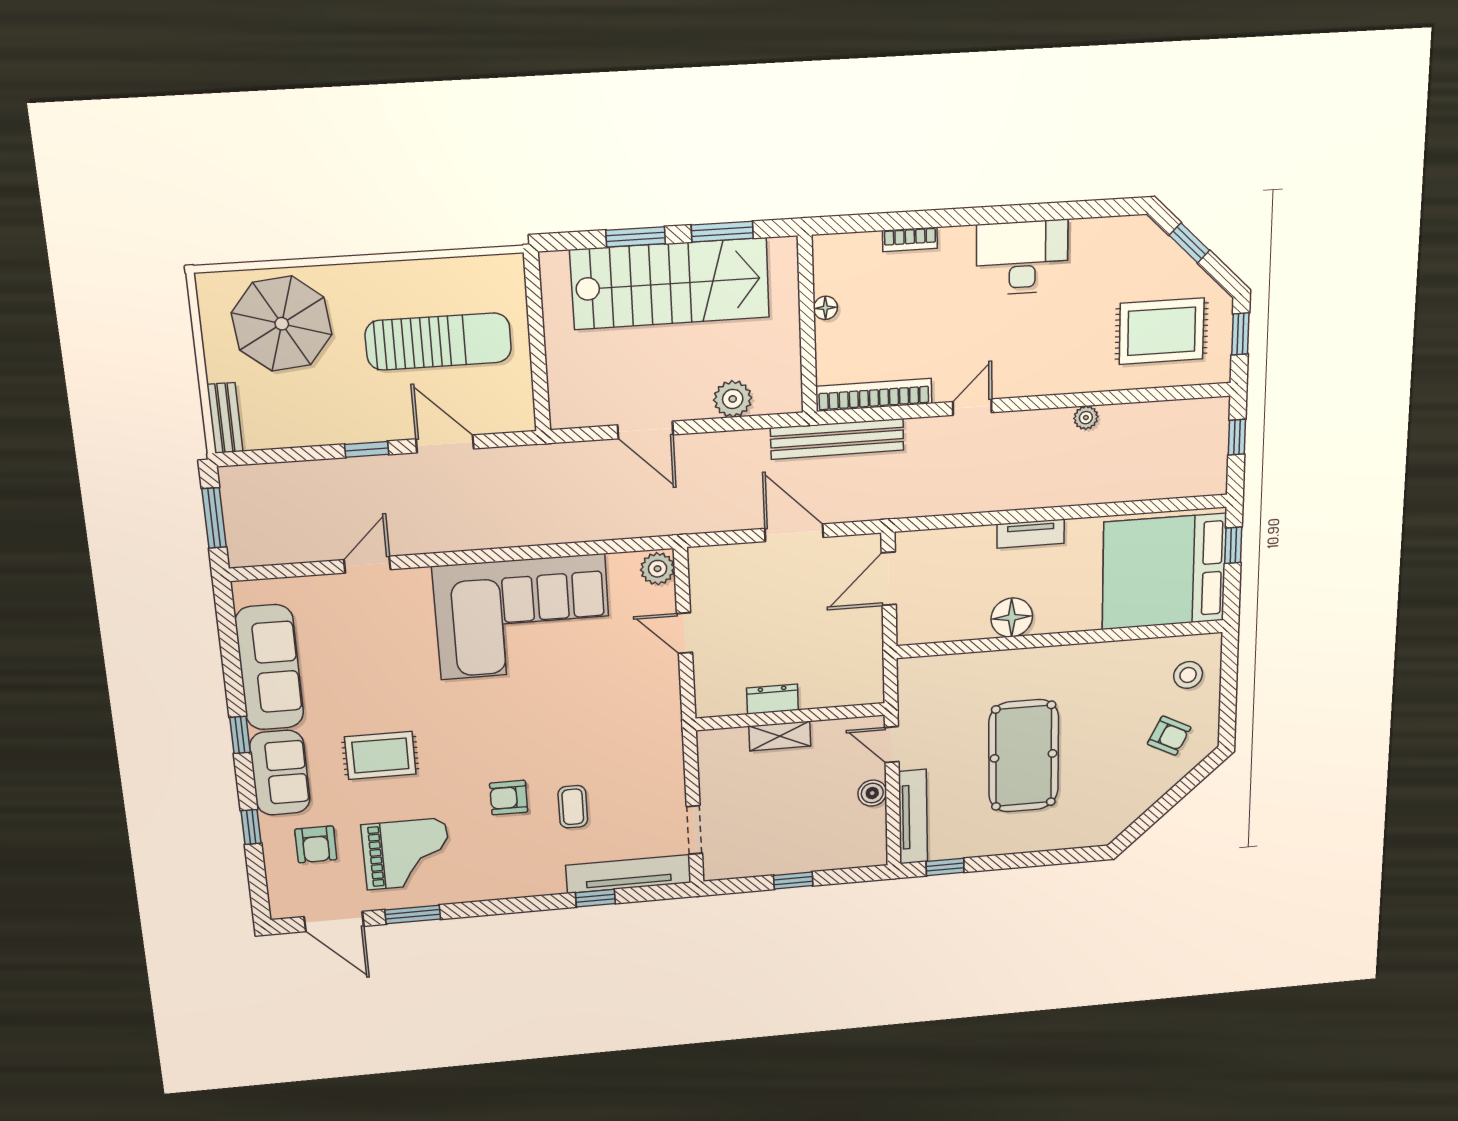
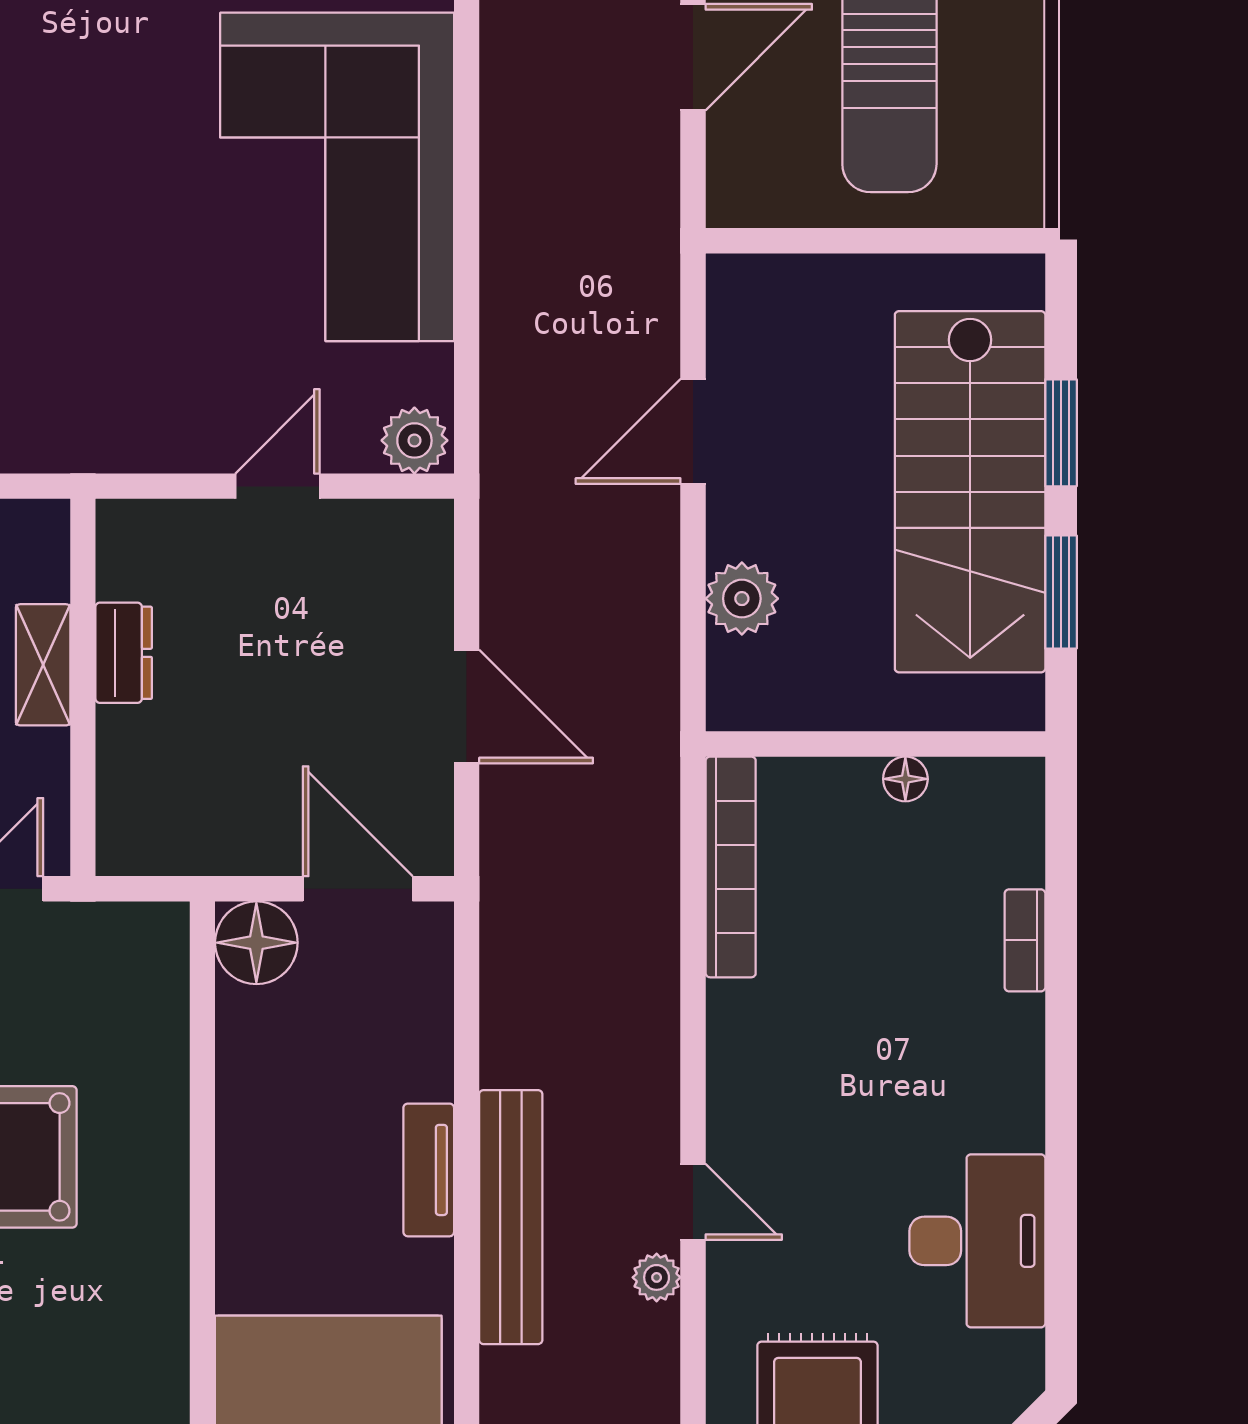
desk: (1022, 257) -> (977, 1241), moved
door: (972, 407) -> (693, 1202), moved
bench: (837, 439) -> (511, 1217), moved
door: (794, 533) -> (467, 706), hinge flipped
floor lamp: (1012, 618) -> (256, 943), moved

